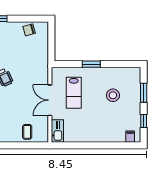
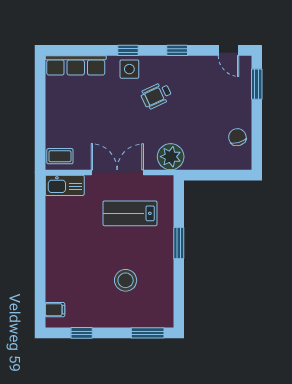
plant: (41, 69) -> (171, 157), added
window: (144, 93) -> (148, 333), moved
coffee table: (27, 132) -> (60, 156), moved

